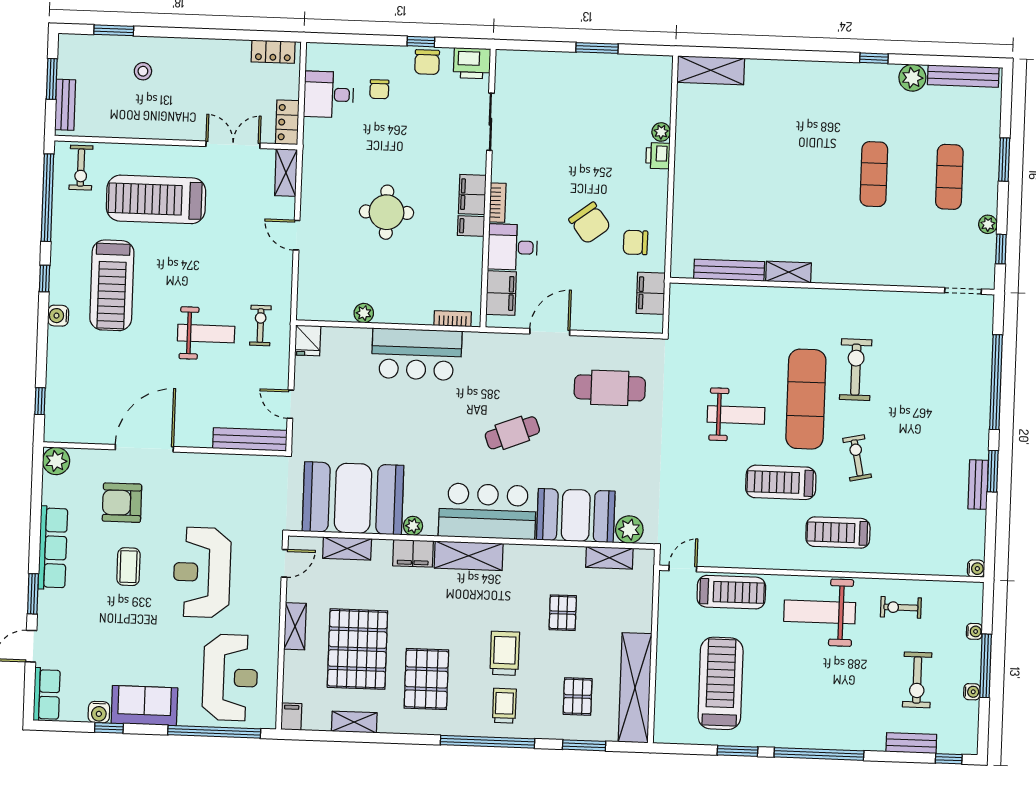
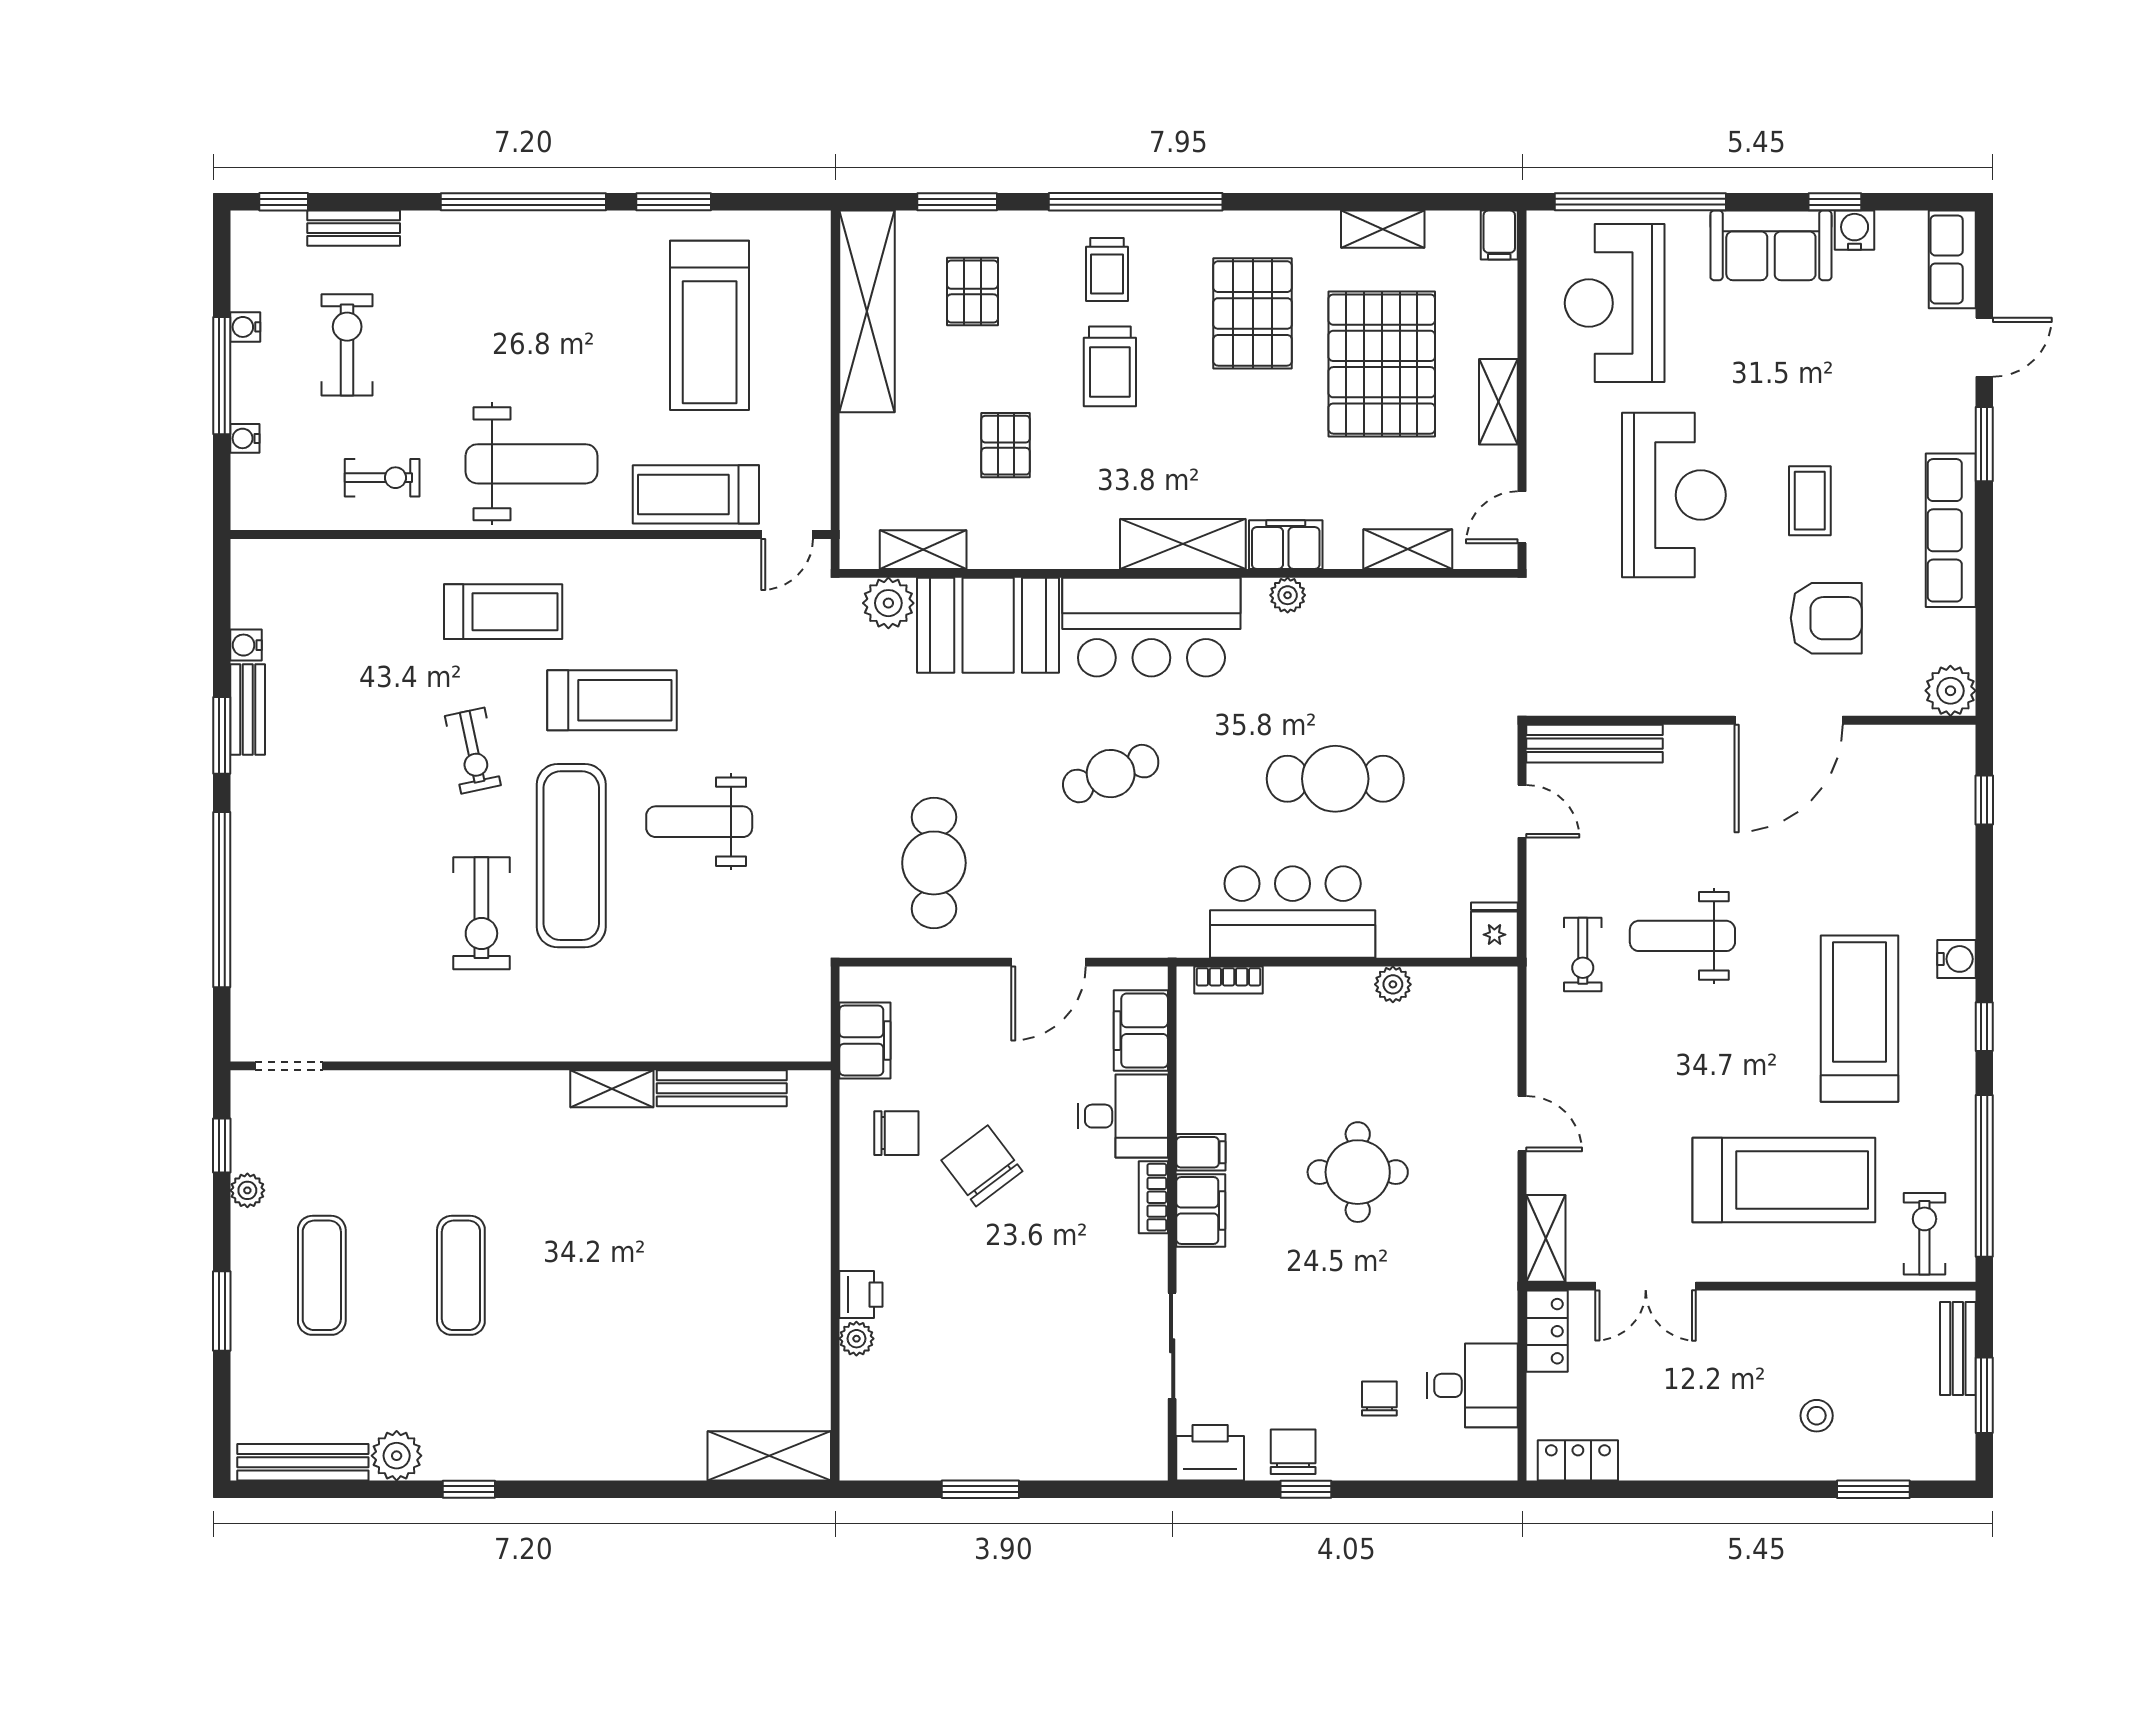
cafe table: (610, 388) -> (934, 863), turned 90
cafe table: (391, 426) -> (1335, 779), added
booth: (353, 498) -> (1400, 642), removed
water cooler: (976, 569) -> (246, 645), moved

